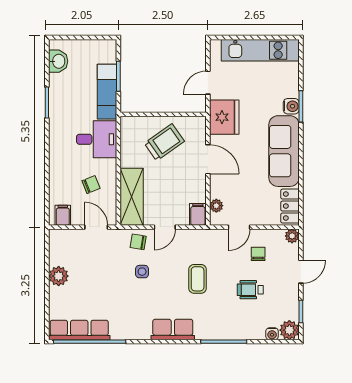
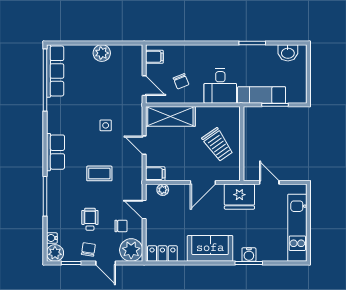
sofa: (284, 151) -> (210, 248), width x0.73
door: (96, 227) -> (144, 86), hinge flipped
plant: (292, 236) -> (131, 250), width x1.87, depth x1.87
chair: (138, 242) -> (88, 249), moved

